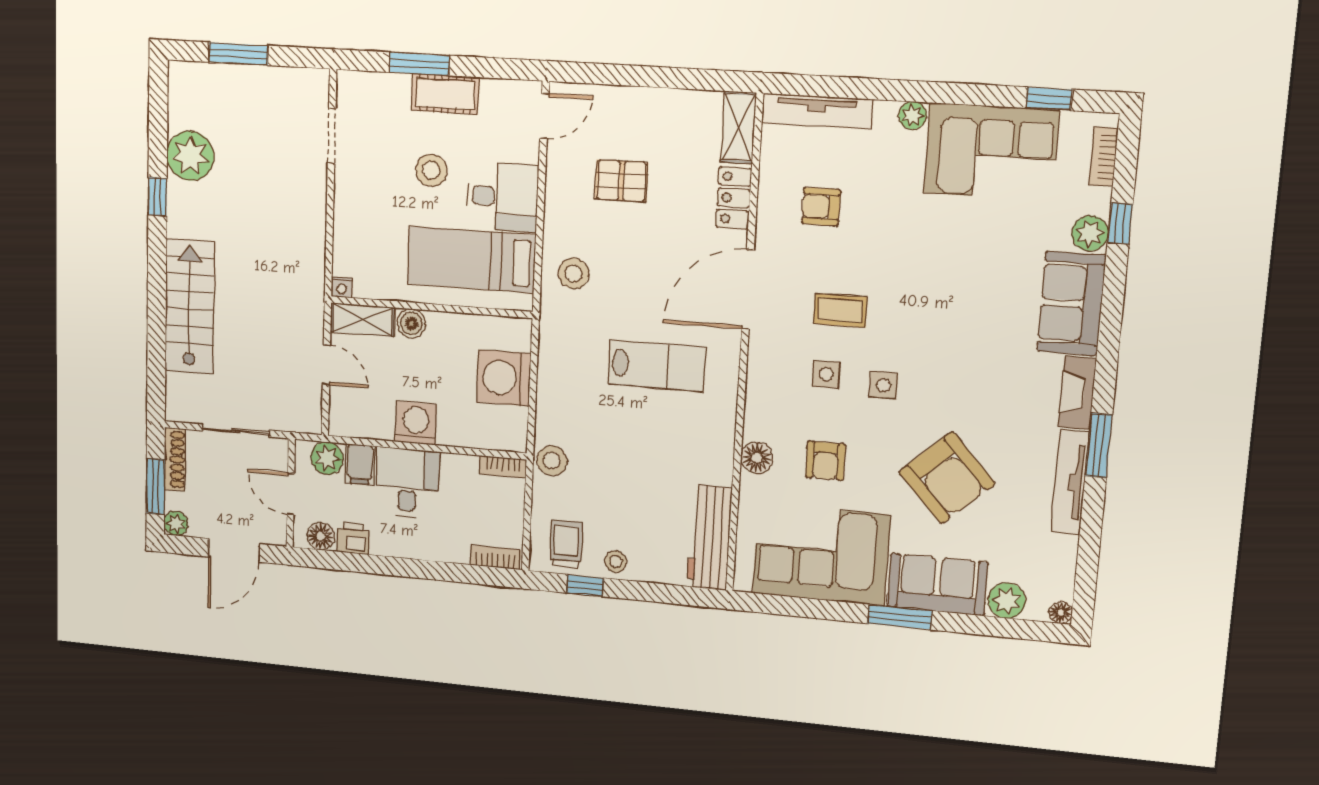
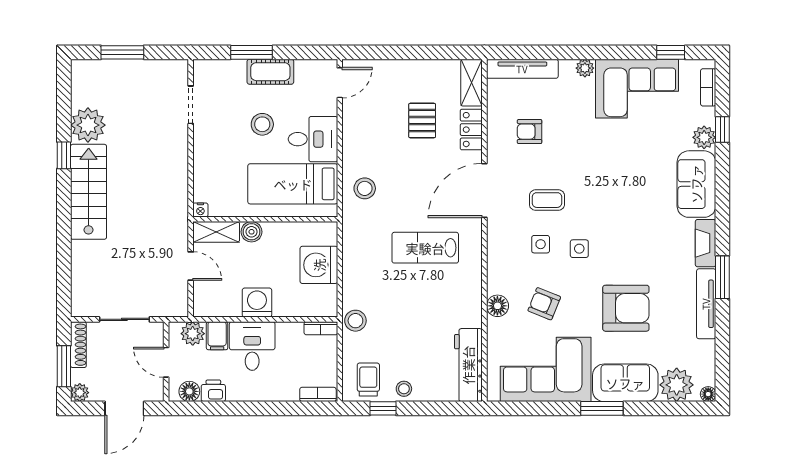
pallet: (621, 181) -> (422, 121), moved, turned 90
stairs: (190, 306) -> (89, 192), moved
lab bench: (657, 366) -> (425, 248), turned 180
armchair: (826, 461) -> (544, 304), turned 112
armchair: (947, 478) -> (626, 308), turned -47
plant: (1007, 601) -> (677, 385), width x1.36, depth x1.36

